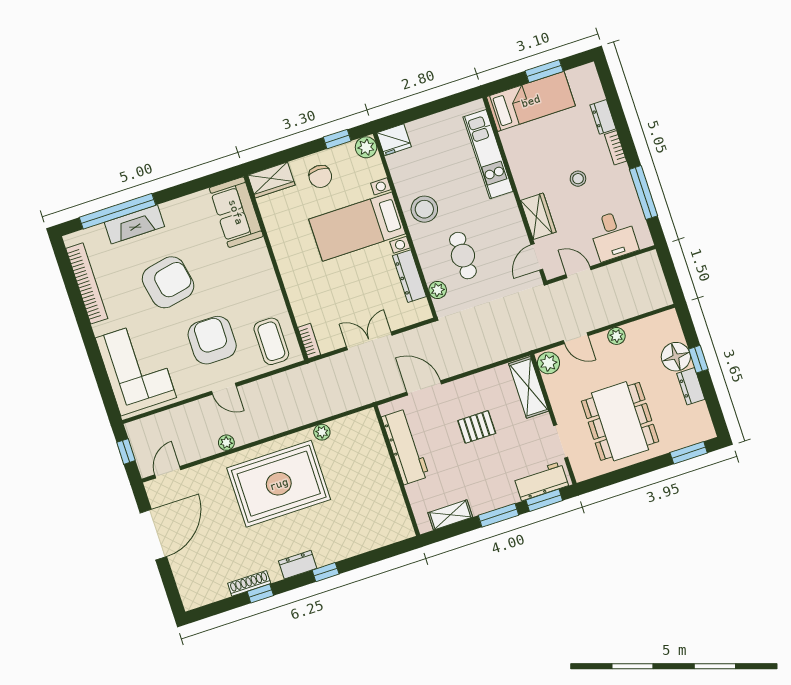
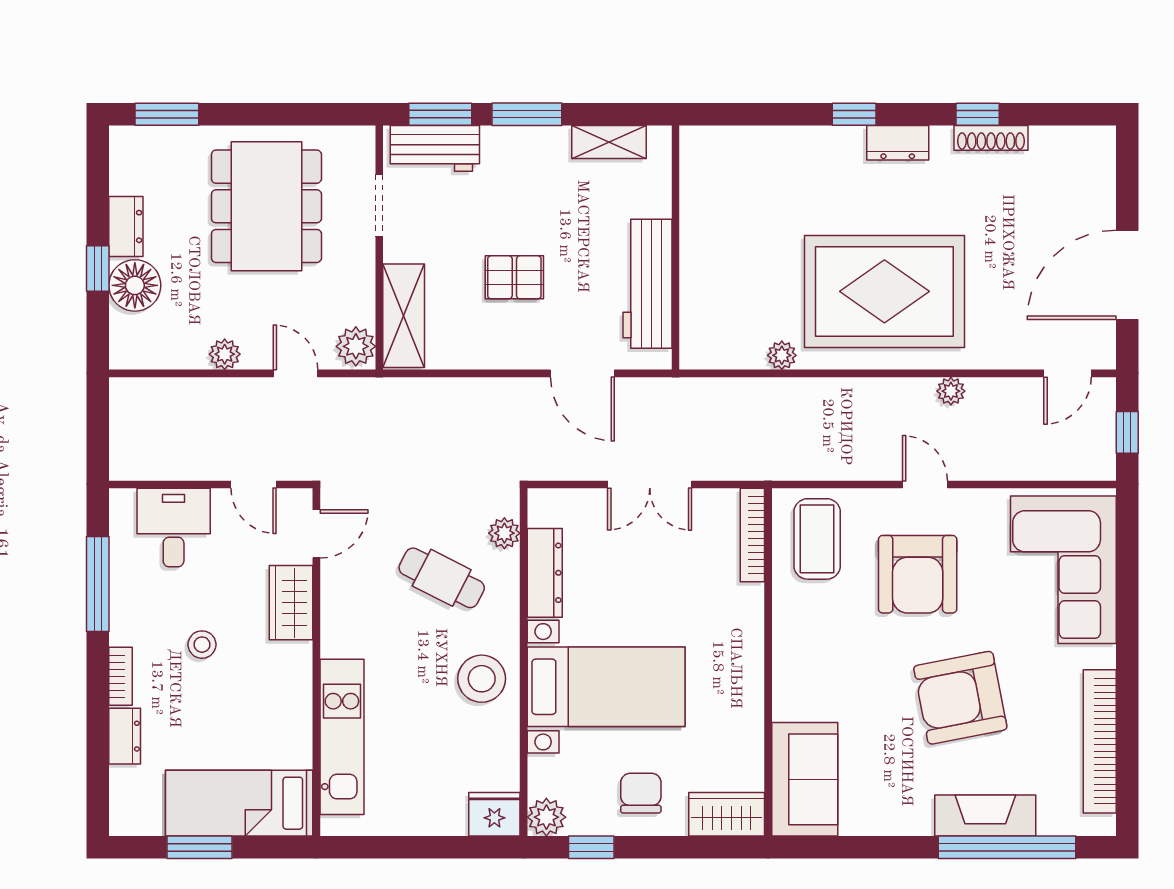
cafe table: (463, 256) -> (442, 578), turned -63
bookcase: (309, 341) -> (752, 535), width x1.56

